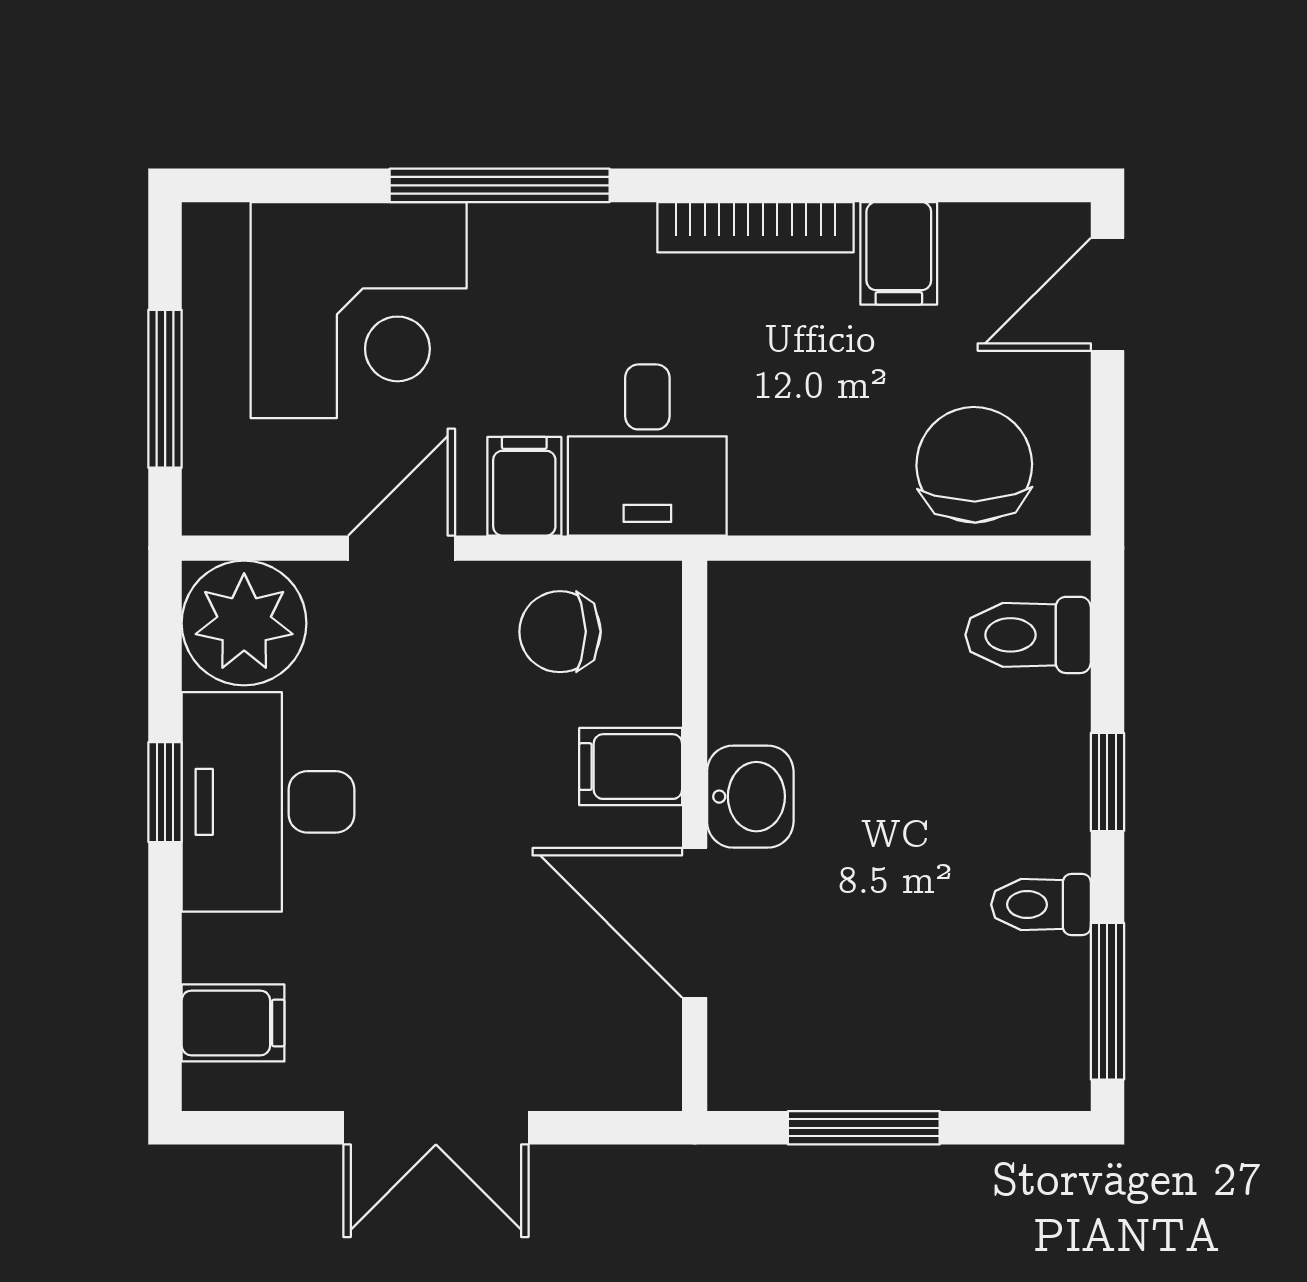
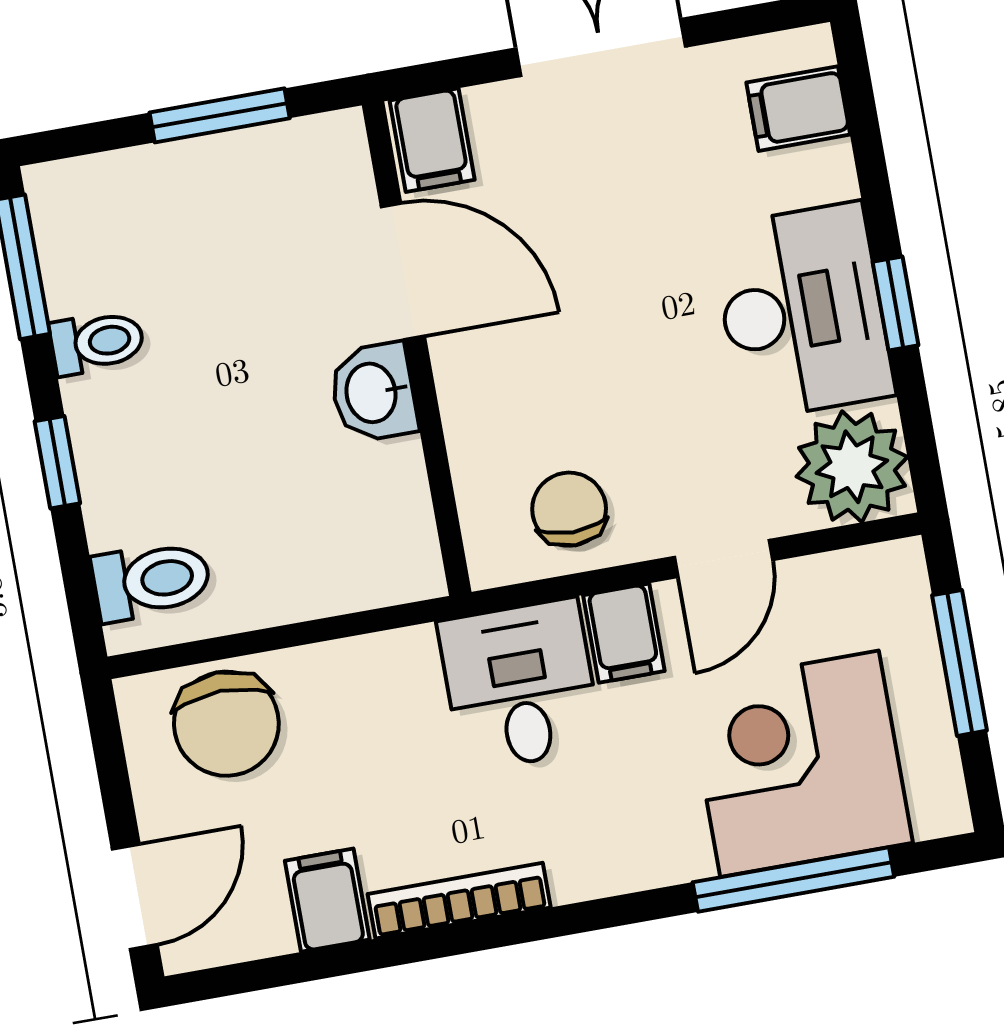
window: (500, 185) -> (793, 880), moved
chair: (560, 632) -> (569, 509), turned -90
filing cabinet: (631, 767) -> (432, 140), moved, turned 90

